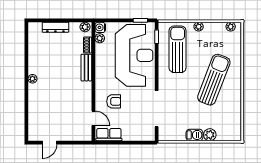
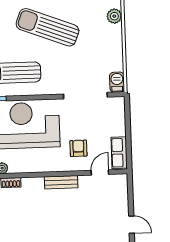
bench: (86, 68) -> (61, 182), moved
barbecue: (194, 135) -> (117, 82), moved
plant: (210, 135) -> (114, 16), moved

